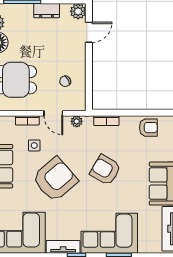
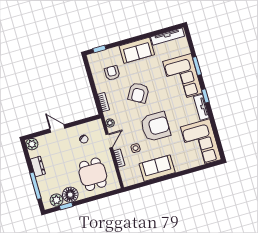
door: (89, 32) -> (57, 129), moved
armchair: (148, 128) -> (112, 73), moved
armchair: (55, 179) -> (155, 127), turned 131

